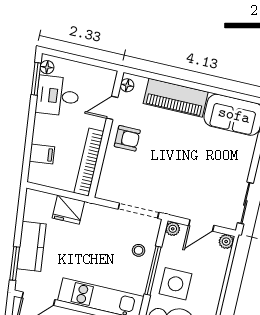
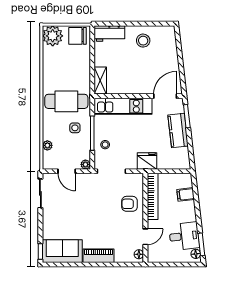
piano: (176, 98) -> (99, 256), width x0.73, depth x0.75
armchair: (127, 138) -> (130, 204), moved
fridge: (68, 210) -> (147, 161), moved
door: (201, 225) -> (67, 171), swing flipped
plant: (226, 242) -> (47, 145), moved
side table: (176, 284) -> (75, 128), width x0.54, depth x0.54

